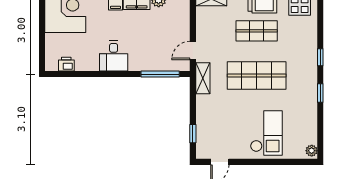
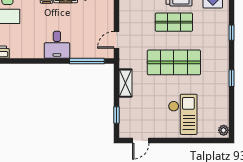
desk: (114, 56) -> (57, 45), moved
window: (320, 57) -> (231, 33), moved
shelving: (203, 78) -> (125, 83), moved

